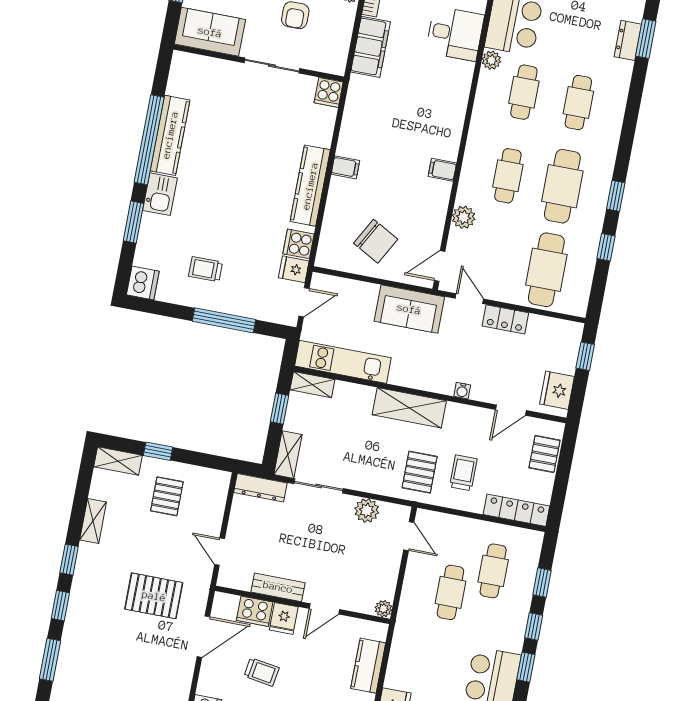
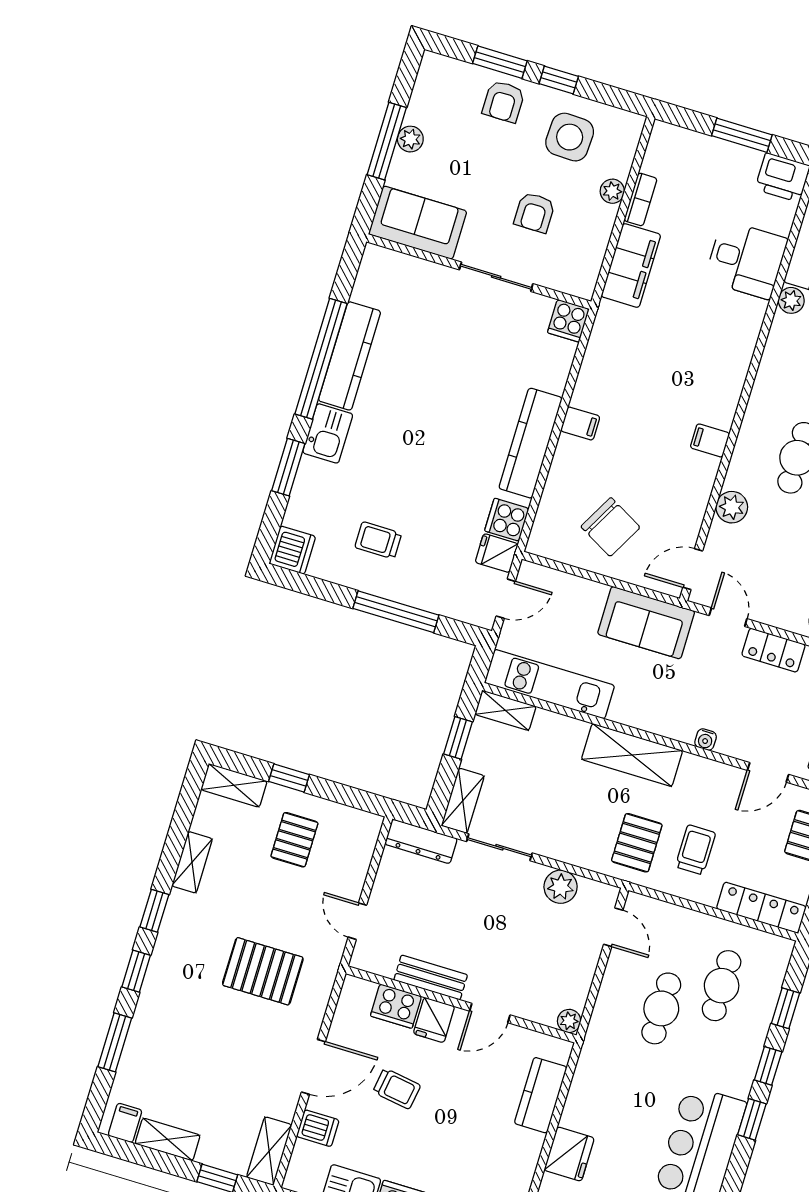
door: (203, 637) -> (313, 1067), moved

